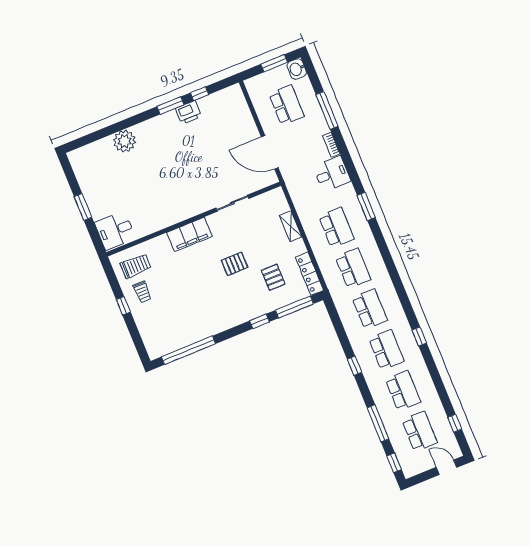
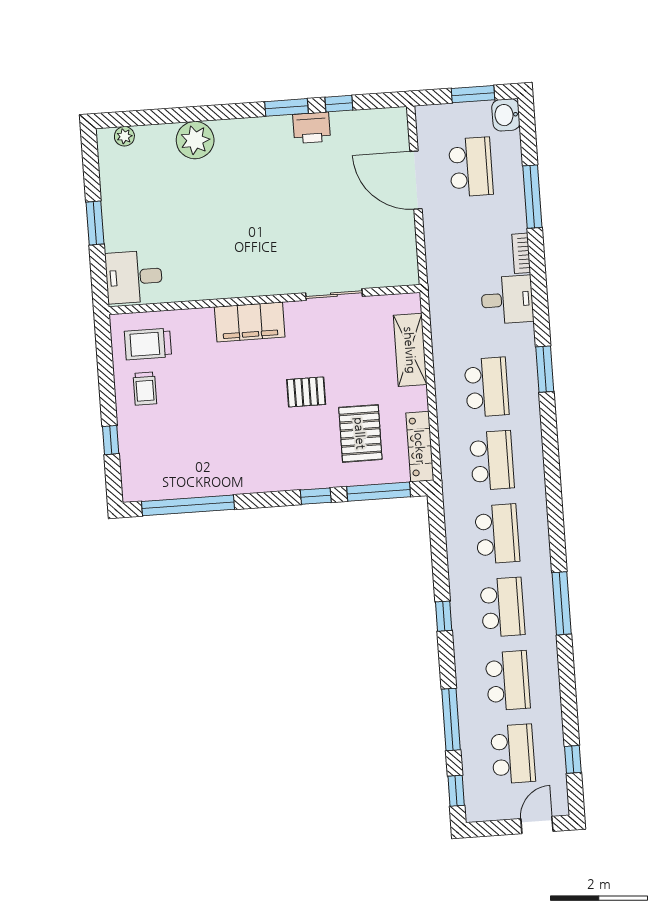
plant: (84, 152) -> (124, 136), added
door: (270, 152) -> (416, 180), moved
shelving: (291, 226) -> (410, 350), width x1.50, depth x1.33
trolley: (136, 266) -> (148, 344), turned 180
pallet: (273, 277) -> (360, 433), width x1.50, depth x1.42
window: (123, 306) -> (111, 440), moved
window: (419, 337) -> (562, 603), width x2.17
door: (446, 467) -> (537, 825), hinge flipped

